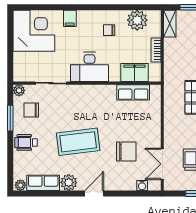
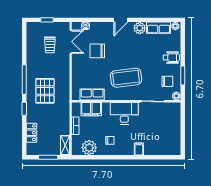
corner desk: (34, 31) -> (165, 140), removed
coffee table: (78, 142) -> (126, 78), moved

